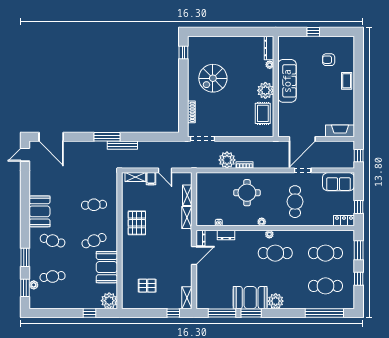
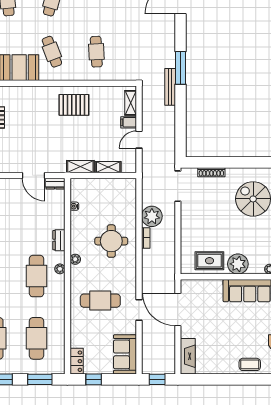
dresser: (226, 235) -> (59, 240), moved

